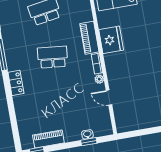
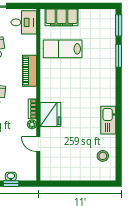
piano: (89, 38) -> (29, 71), moved
fridge: (111, 40) -> (50, 115), moved

